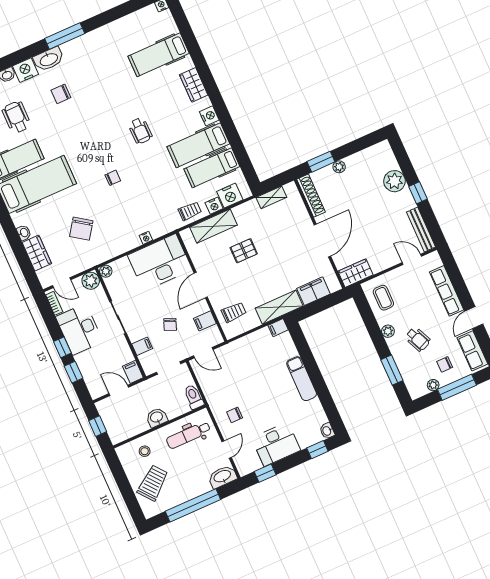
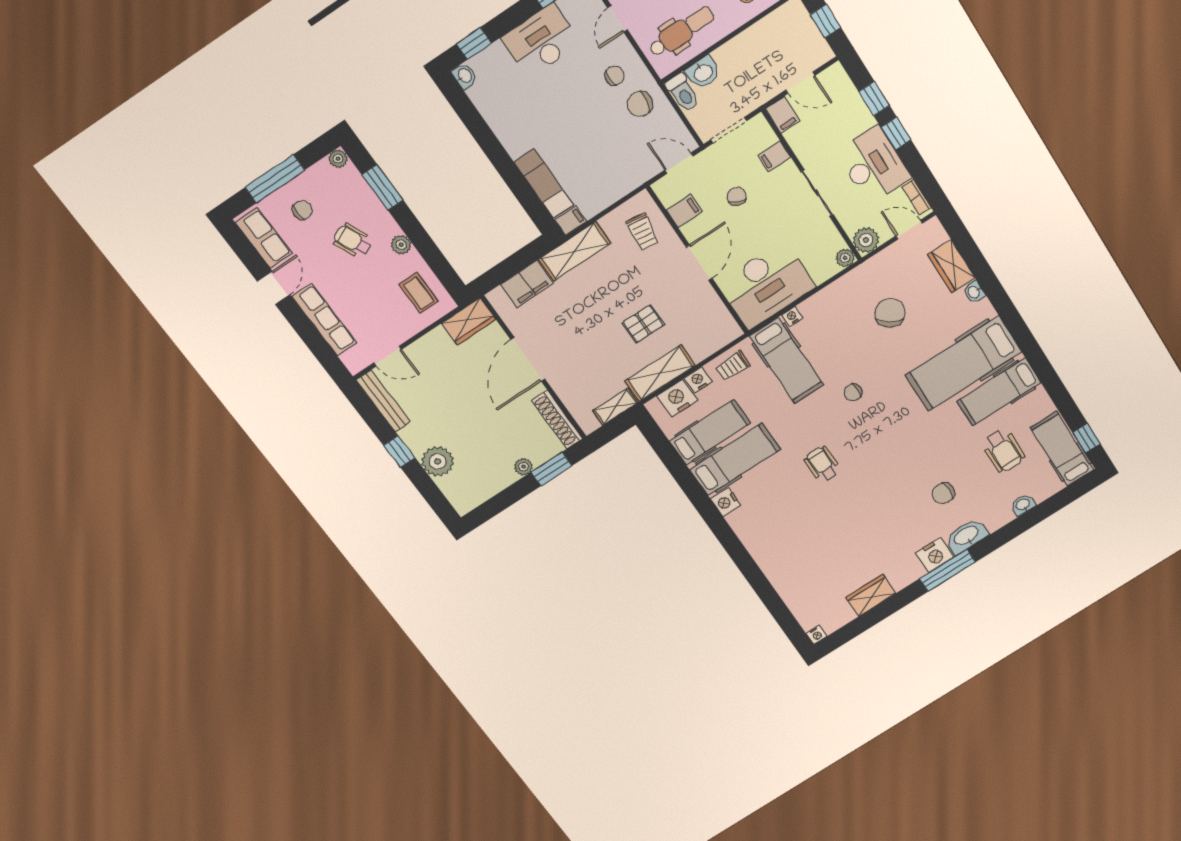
hospital bed: (159, 55) -> (786, 361), moved, turned 90
nightstand: (26, 70) -> (935, 555), moved
wardrobe: (194, 85) -> (871, 595), moved, turned -90
chair: (61, 94) -> (943, 493), turned 180
shelving: (214, 226) -> (660, 373), moved
trolley: (234, 312) -> (643, 232), turned -82
exam couch: (302, 379) -> (544, 183), moved
plant: (433, 385) -> (338, 159), moved
chair: (222, 394) -> (640, 104), added
washbasin: (157, 417) -> (703, 72), moved

